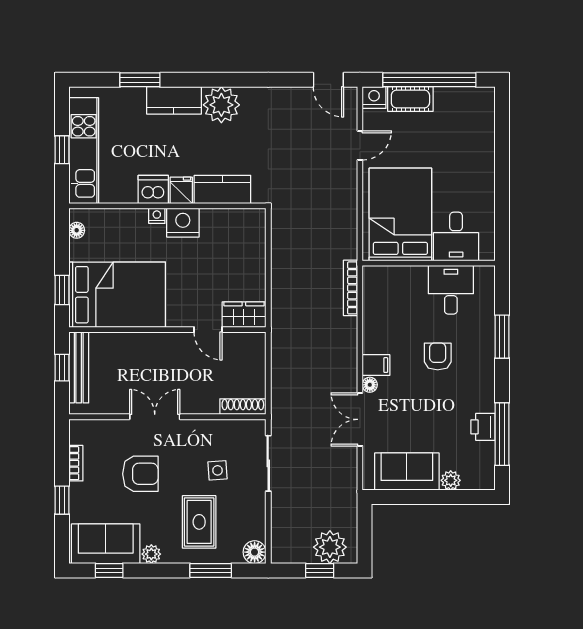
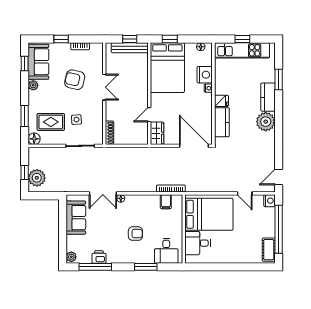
cot: (410, 99) -> (269, 250), moved
dishwasher: (153, 189) -> (222, 86), removed
nightstand: (183, 223) -> (205, 75), moved
door: (268, 243) -> (194, 146), added
desk: (451, 290) -> (166, 251), moved, turned 90
filing cabinet: (376, 365) -> (166, 202), moved
double door: (360, 419) -> (103, 193), swing flipped
armchair: (140, 474) -> (75, 80), turned 103
plant: (451, 480) -> (71, 257), moved
rug: (199, 522) -> (51, 122), moved

